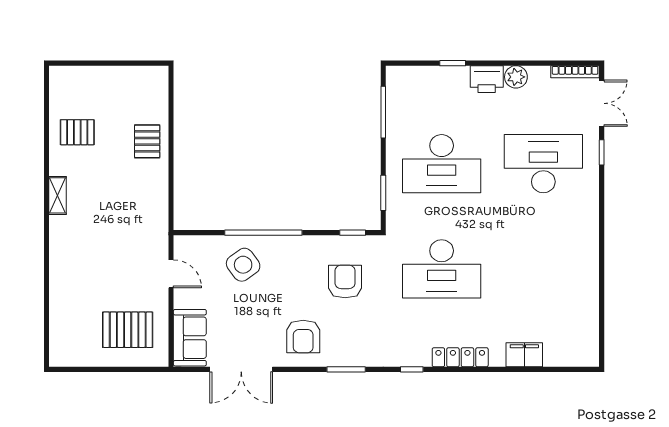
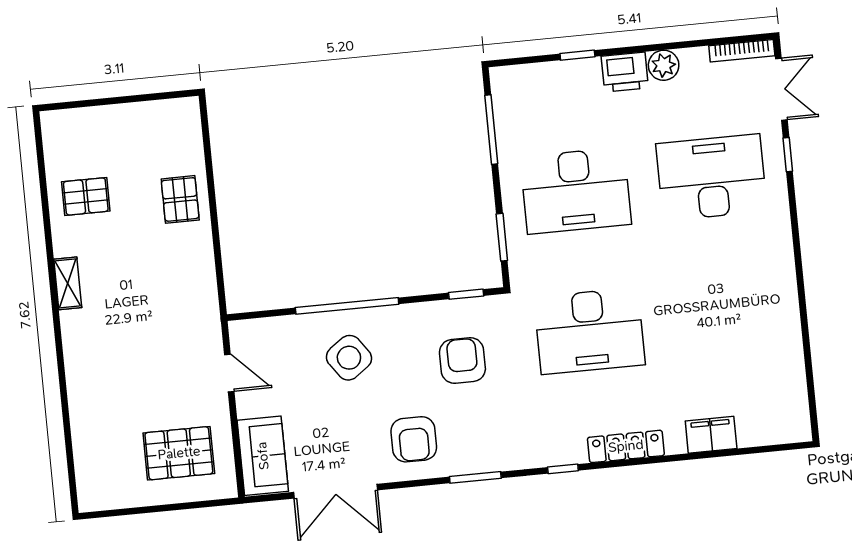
side table: (243, 265) -> (349, 358), moved

